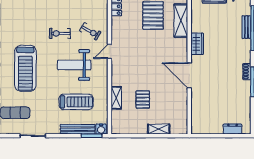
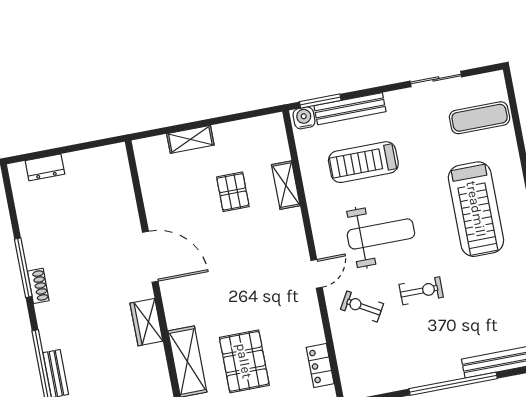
treadmill: (25, 68) -> (476, 209), turned 180

